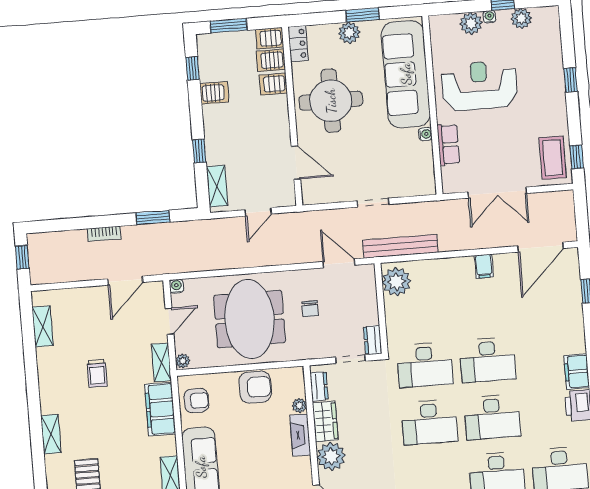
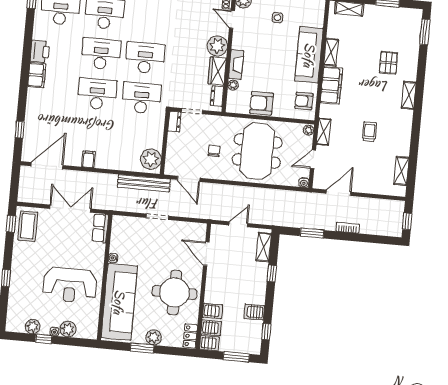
row of seats: (448, 145) -> (100, 228), moved
filing cabinet: (160, 409) -> (331, 85), moved

